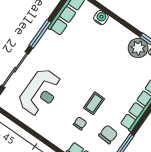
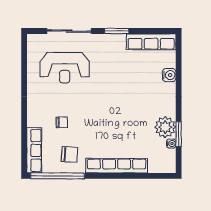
window: (40, 34) -> (117, 31), width x0.69
coffee table: (94, 103) -> (88, 122), removed

